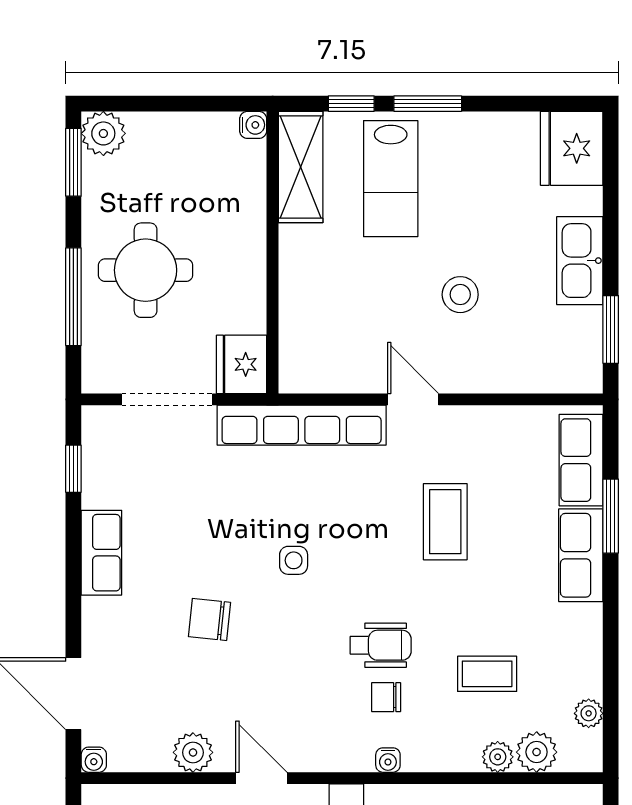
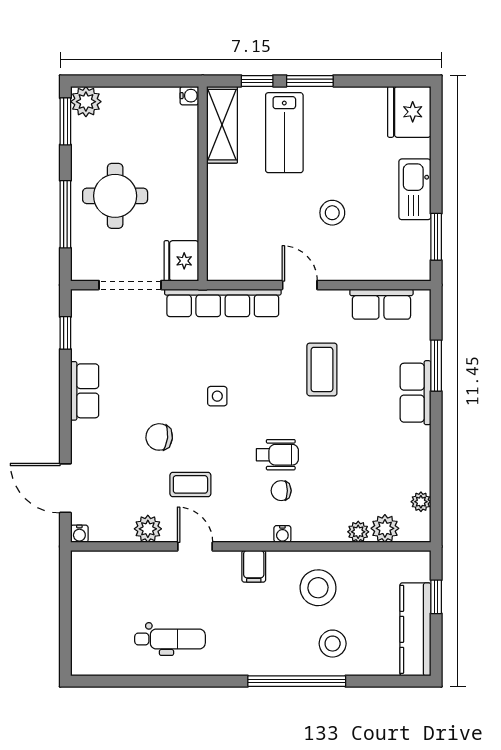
row of seats: (581, 460) -> (381, 304), moved, turned -90
coffee table: (487, 674) -> (190, 484), moved

